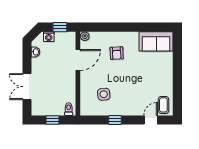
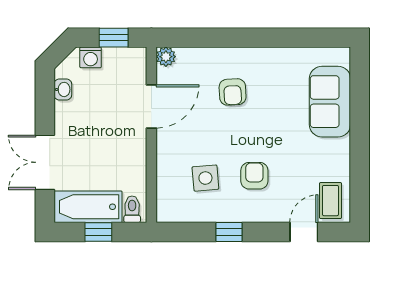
sofa: (156, 41) -> (330, 102), moved, turned 90
armchair: (127, 93) -> (254, 176), added
bathtub: (48, 108) -> (88, 207), added

